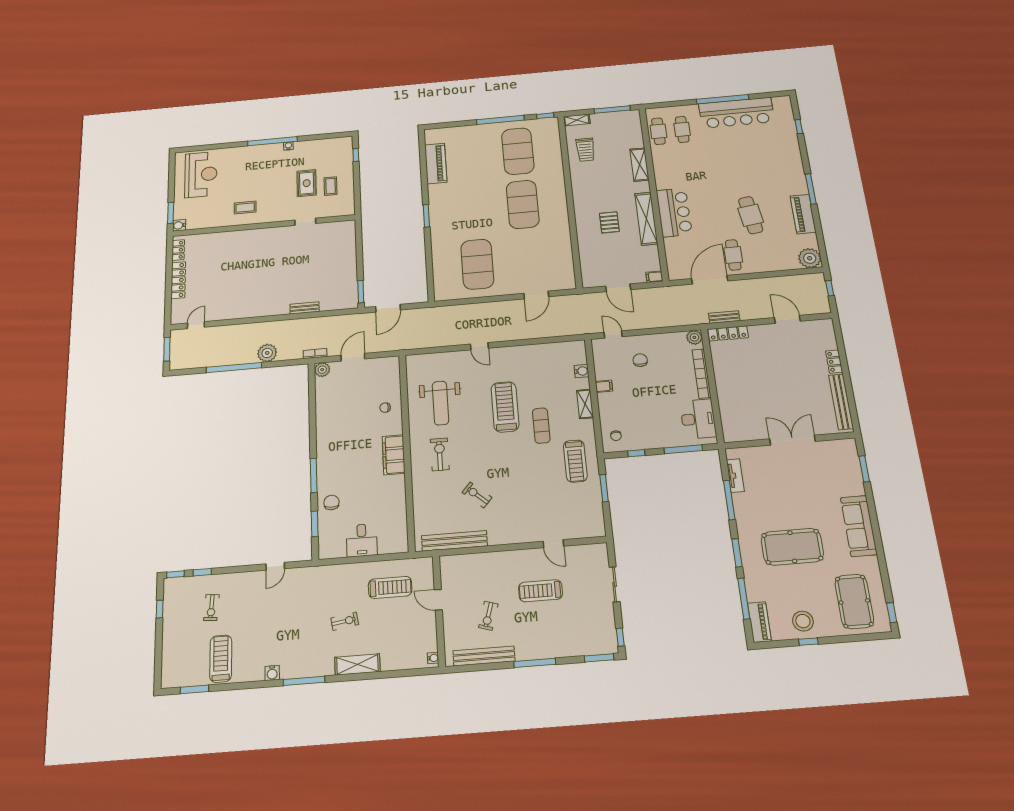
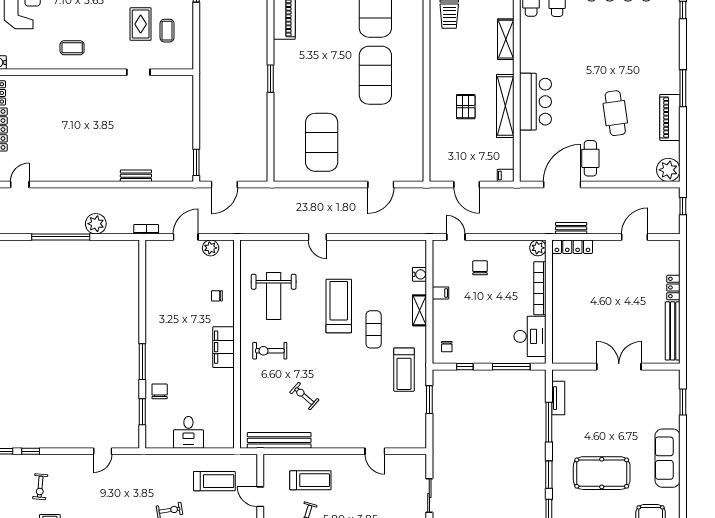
door: (787, 319) -> (635, 237), hinge flipped
plant: (322, 370) -> (211, 248), moved
exercise bike: (440, 454) -> (270, 351), turned -90
treadmill: (540, 591) -> (310, 480), moved, turned 180

